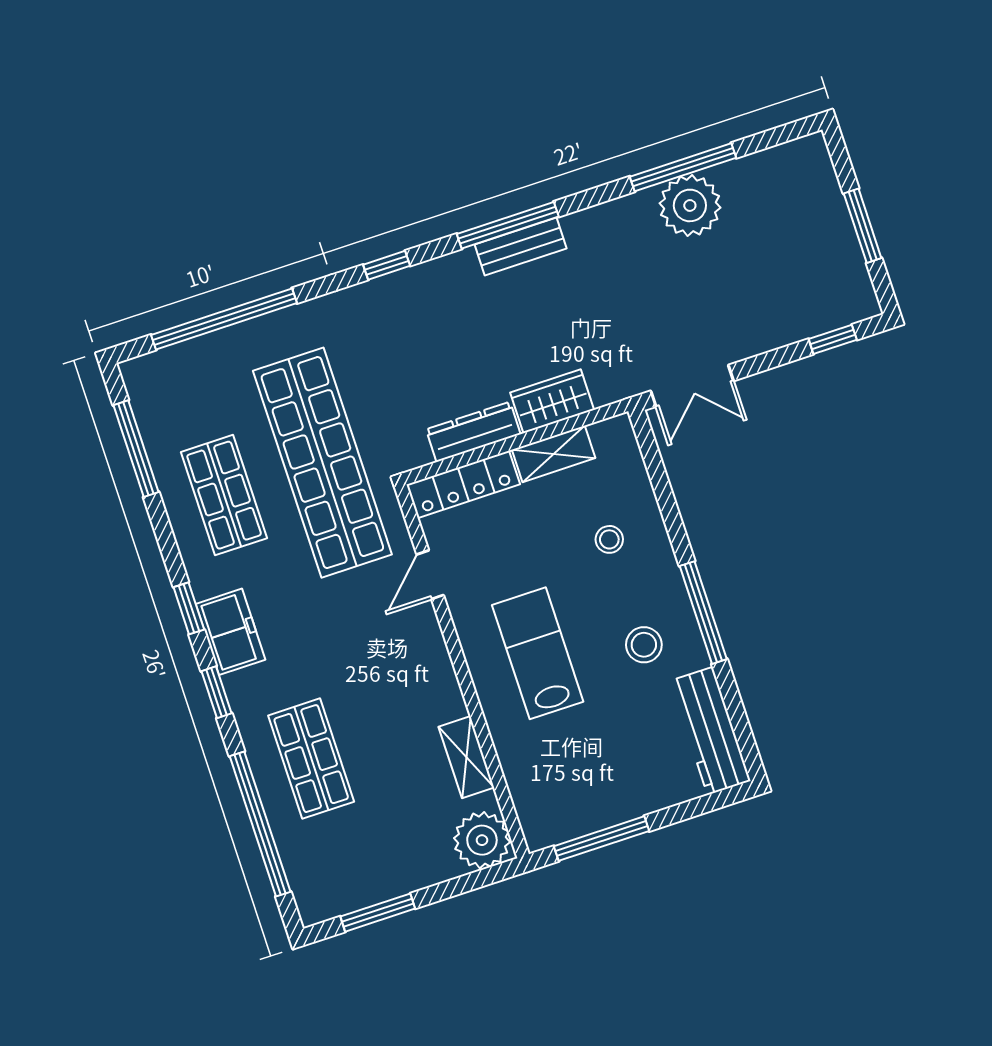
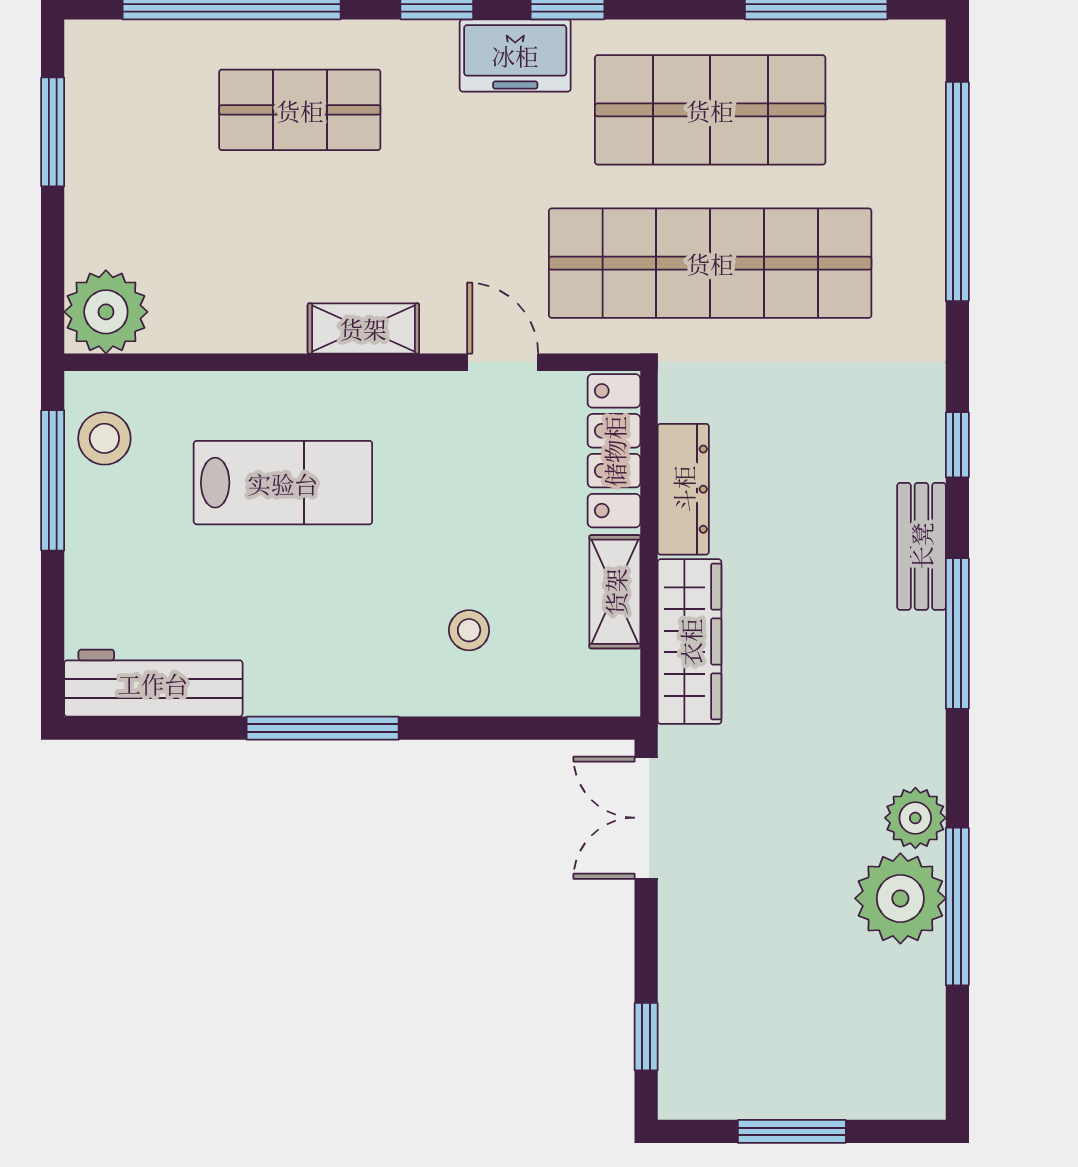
plant: (635, 213) -> (915, 818), added
bench: (521, 246) -> (921, 546), moved
wardrobe: (552, 401) -> (690, 642), width x1.50
shop shelf: (224, 495) -> (710, 110), width x1.43, depth x1.36
stool: (644, 645) -> (104, 438), moved
lab bench: (538, 653) -> (283, 483), moved
shelving: (466, 757) -> (363, 328), moved

